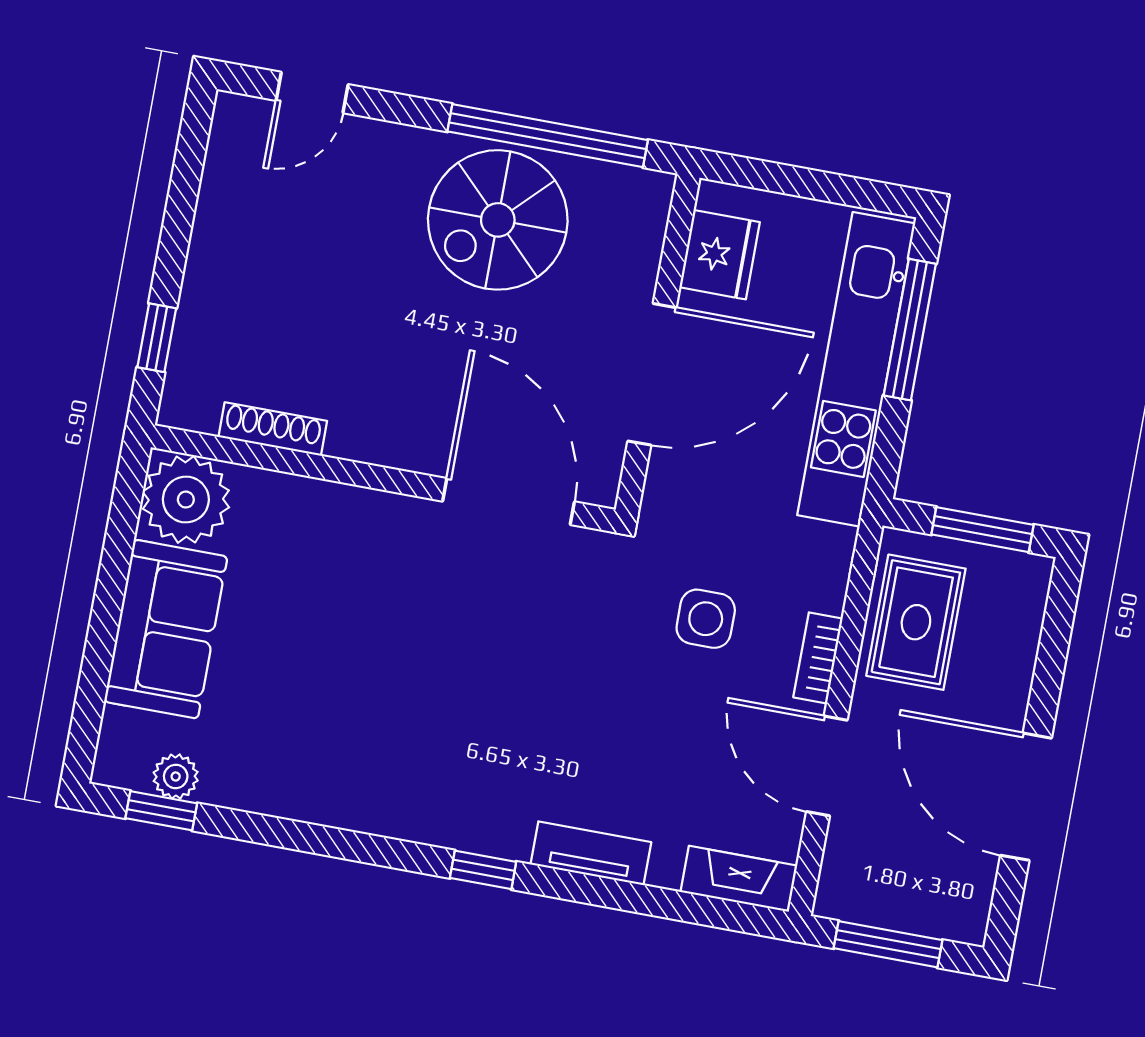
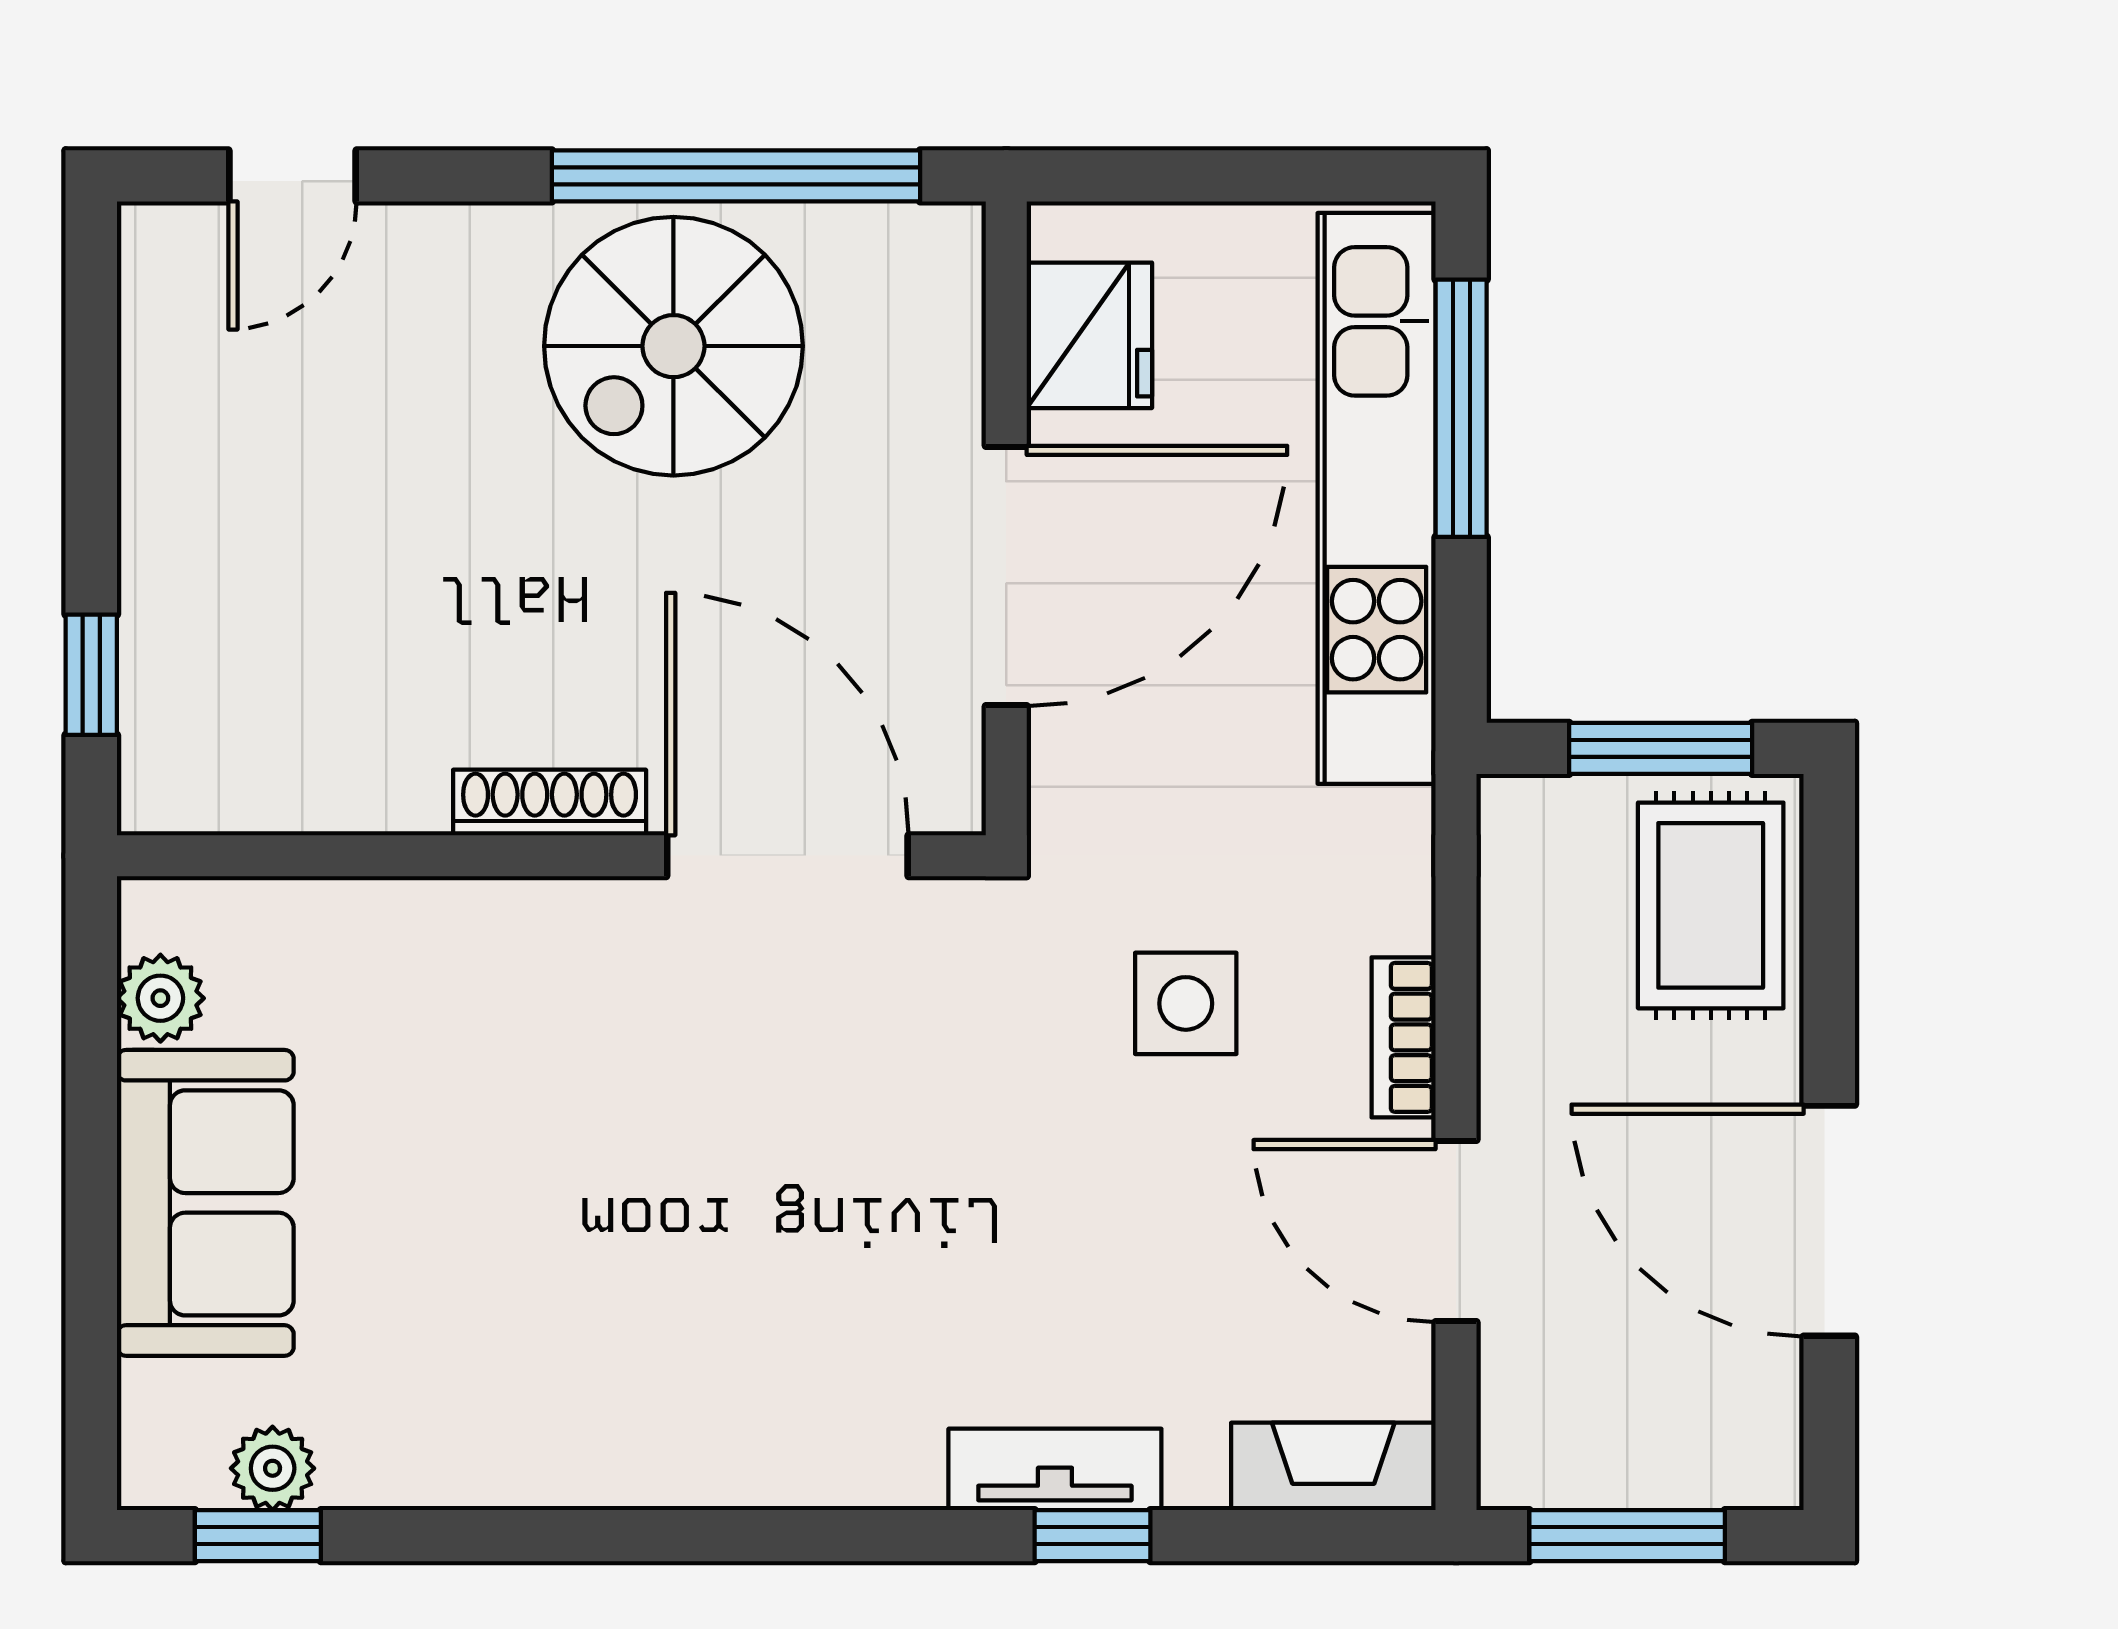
shoe rack: (273, 429) -> (550, 802), moved
plant: (186, 500) -> (160, 998), width x0.53, depth x0.53
rug: (916, 622) -> (1711, 905), moved
window: (483, 870) -> (1093, 1536), moved

